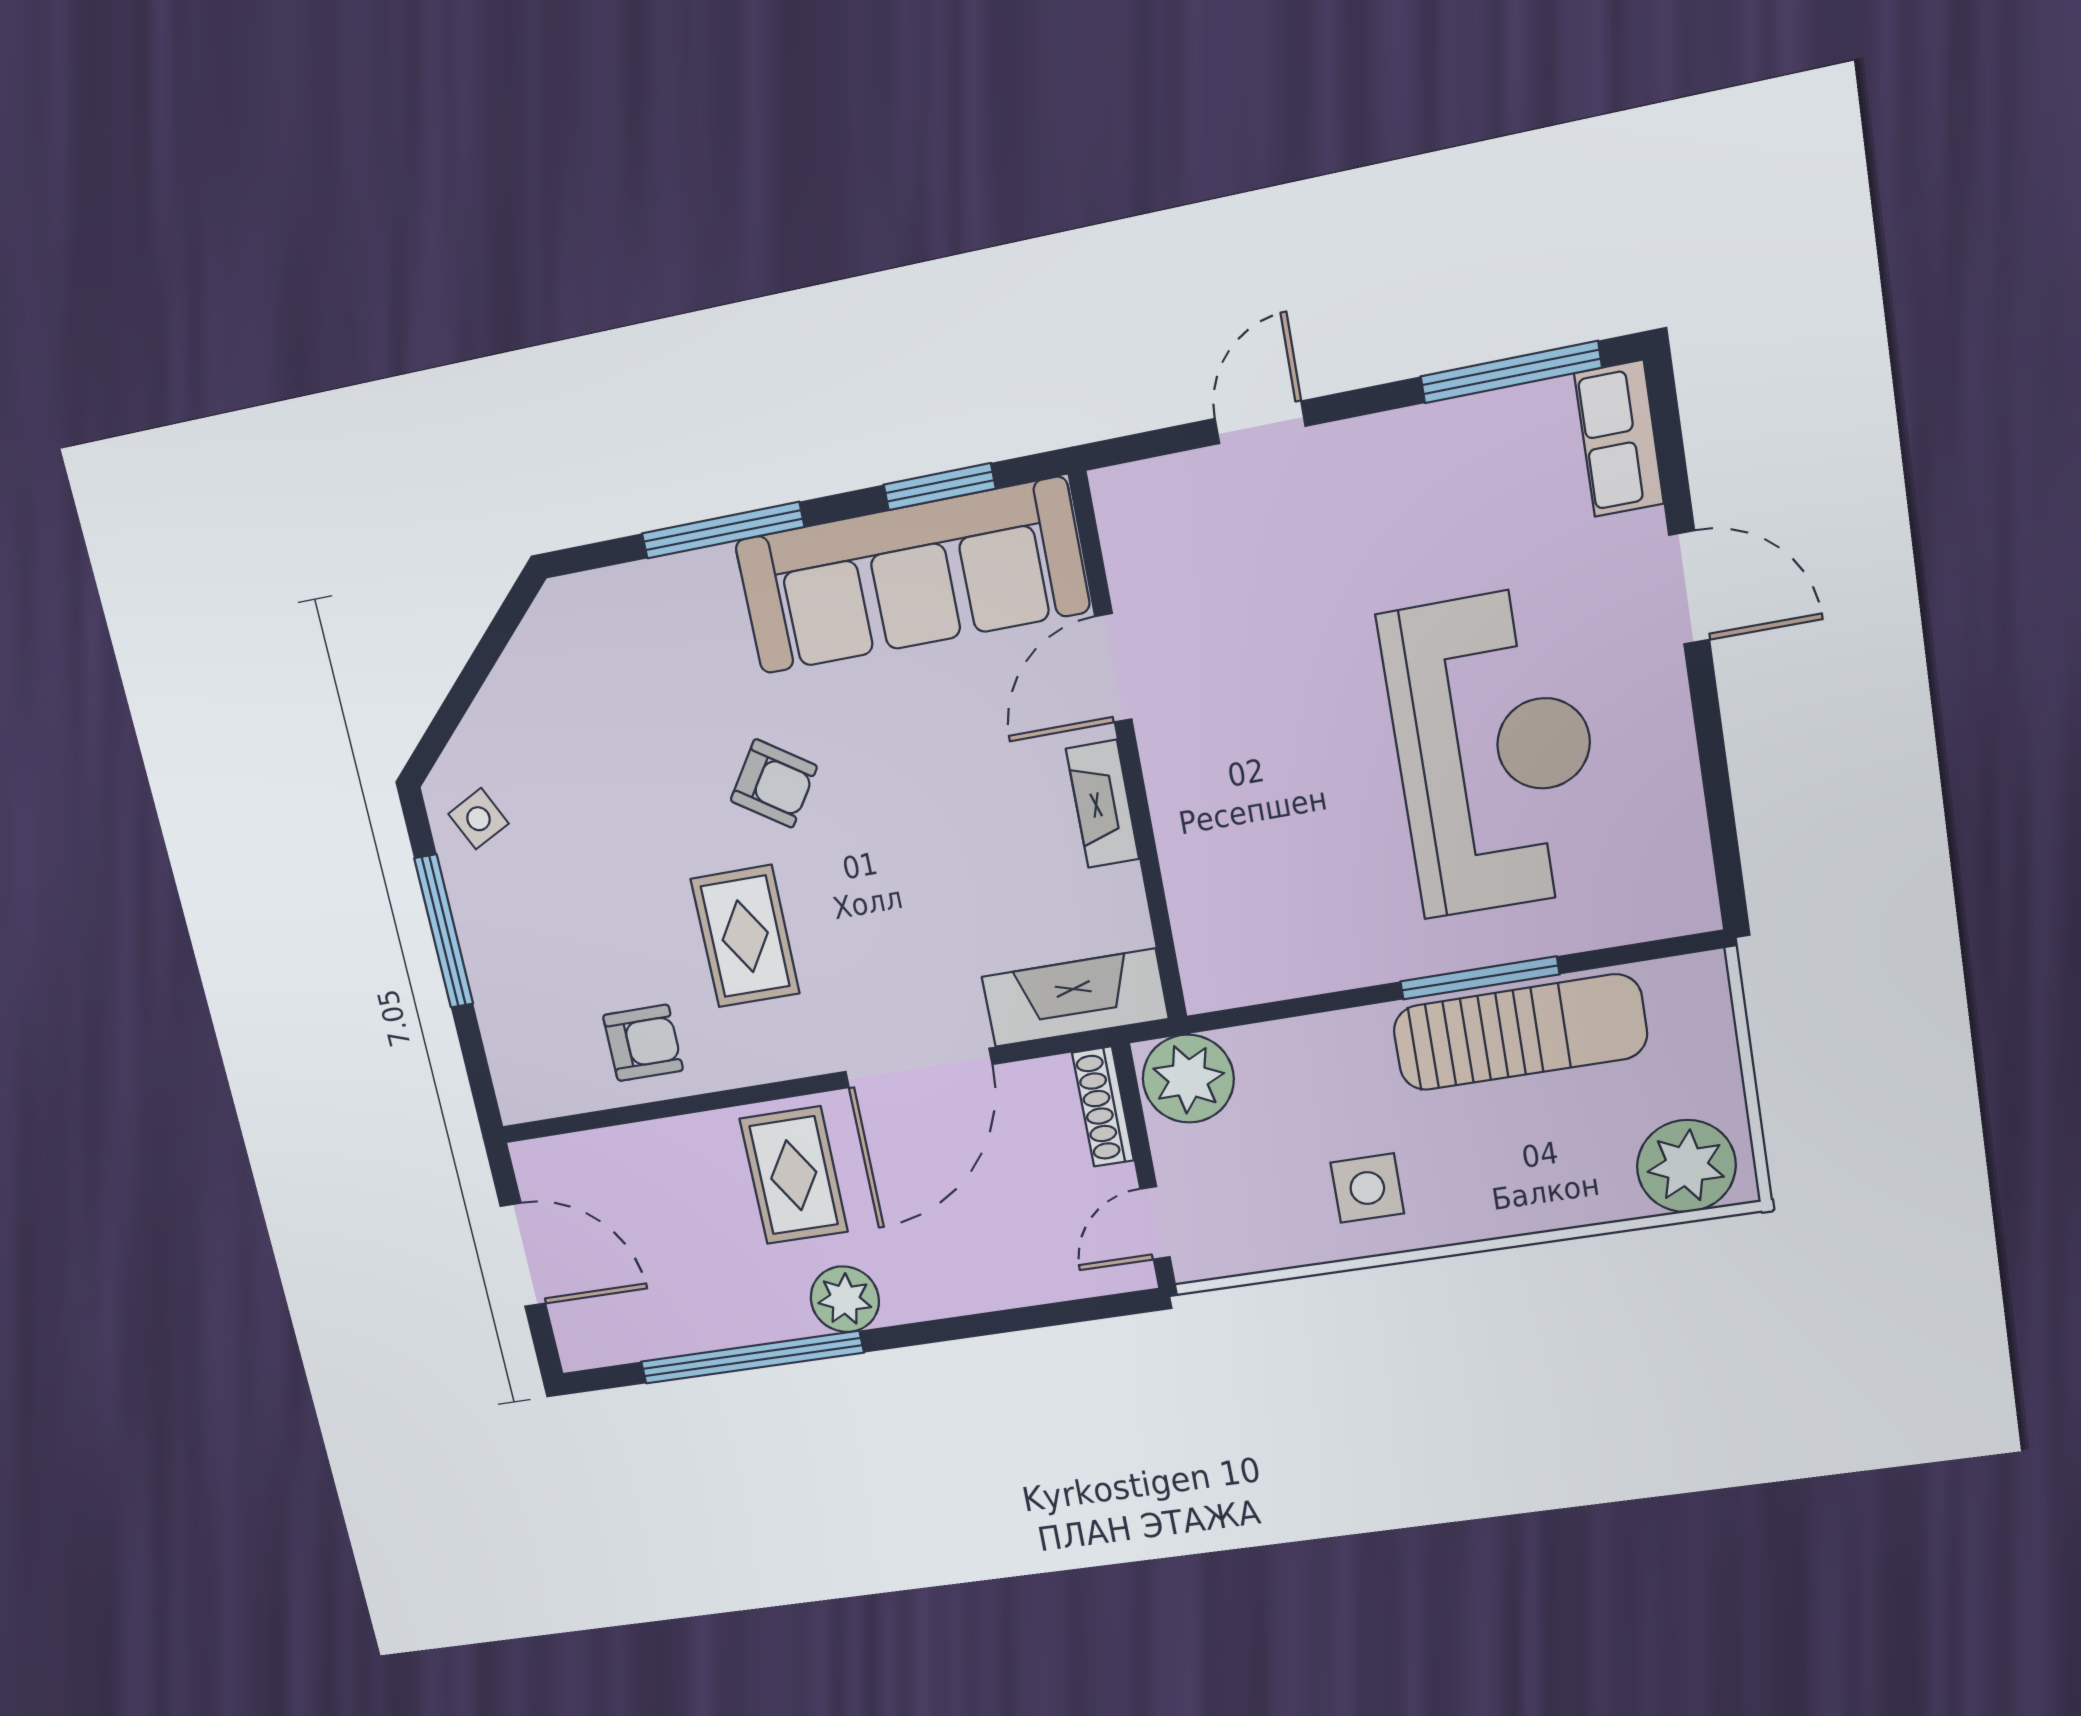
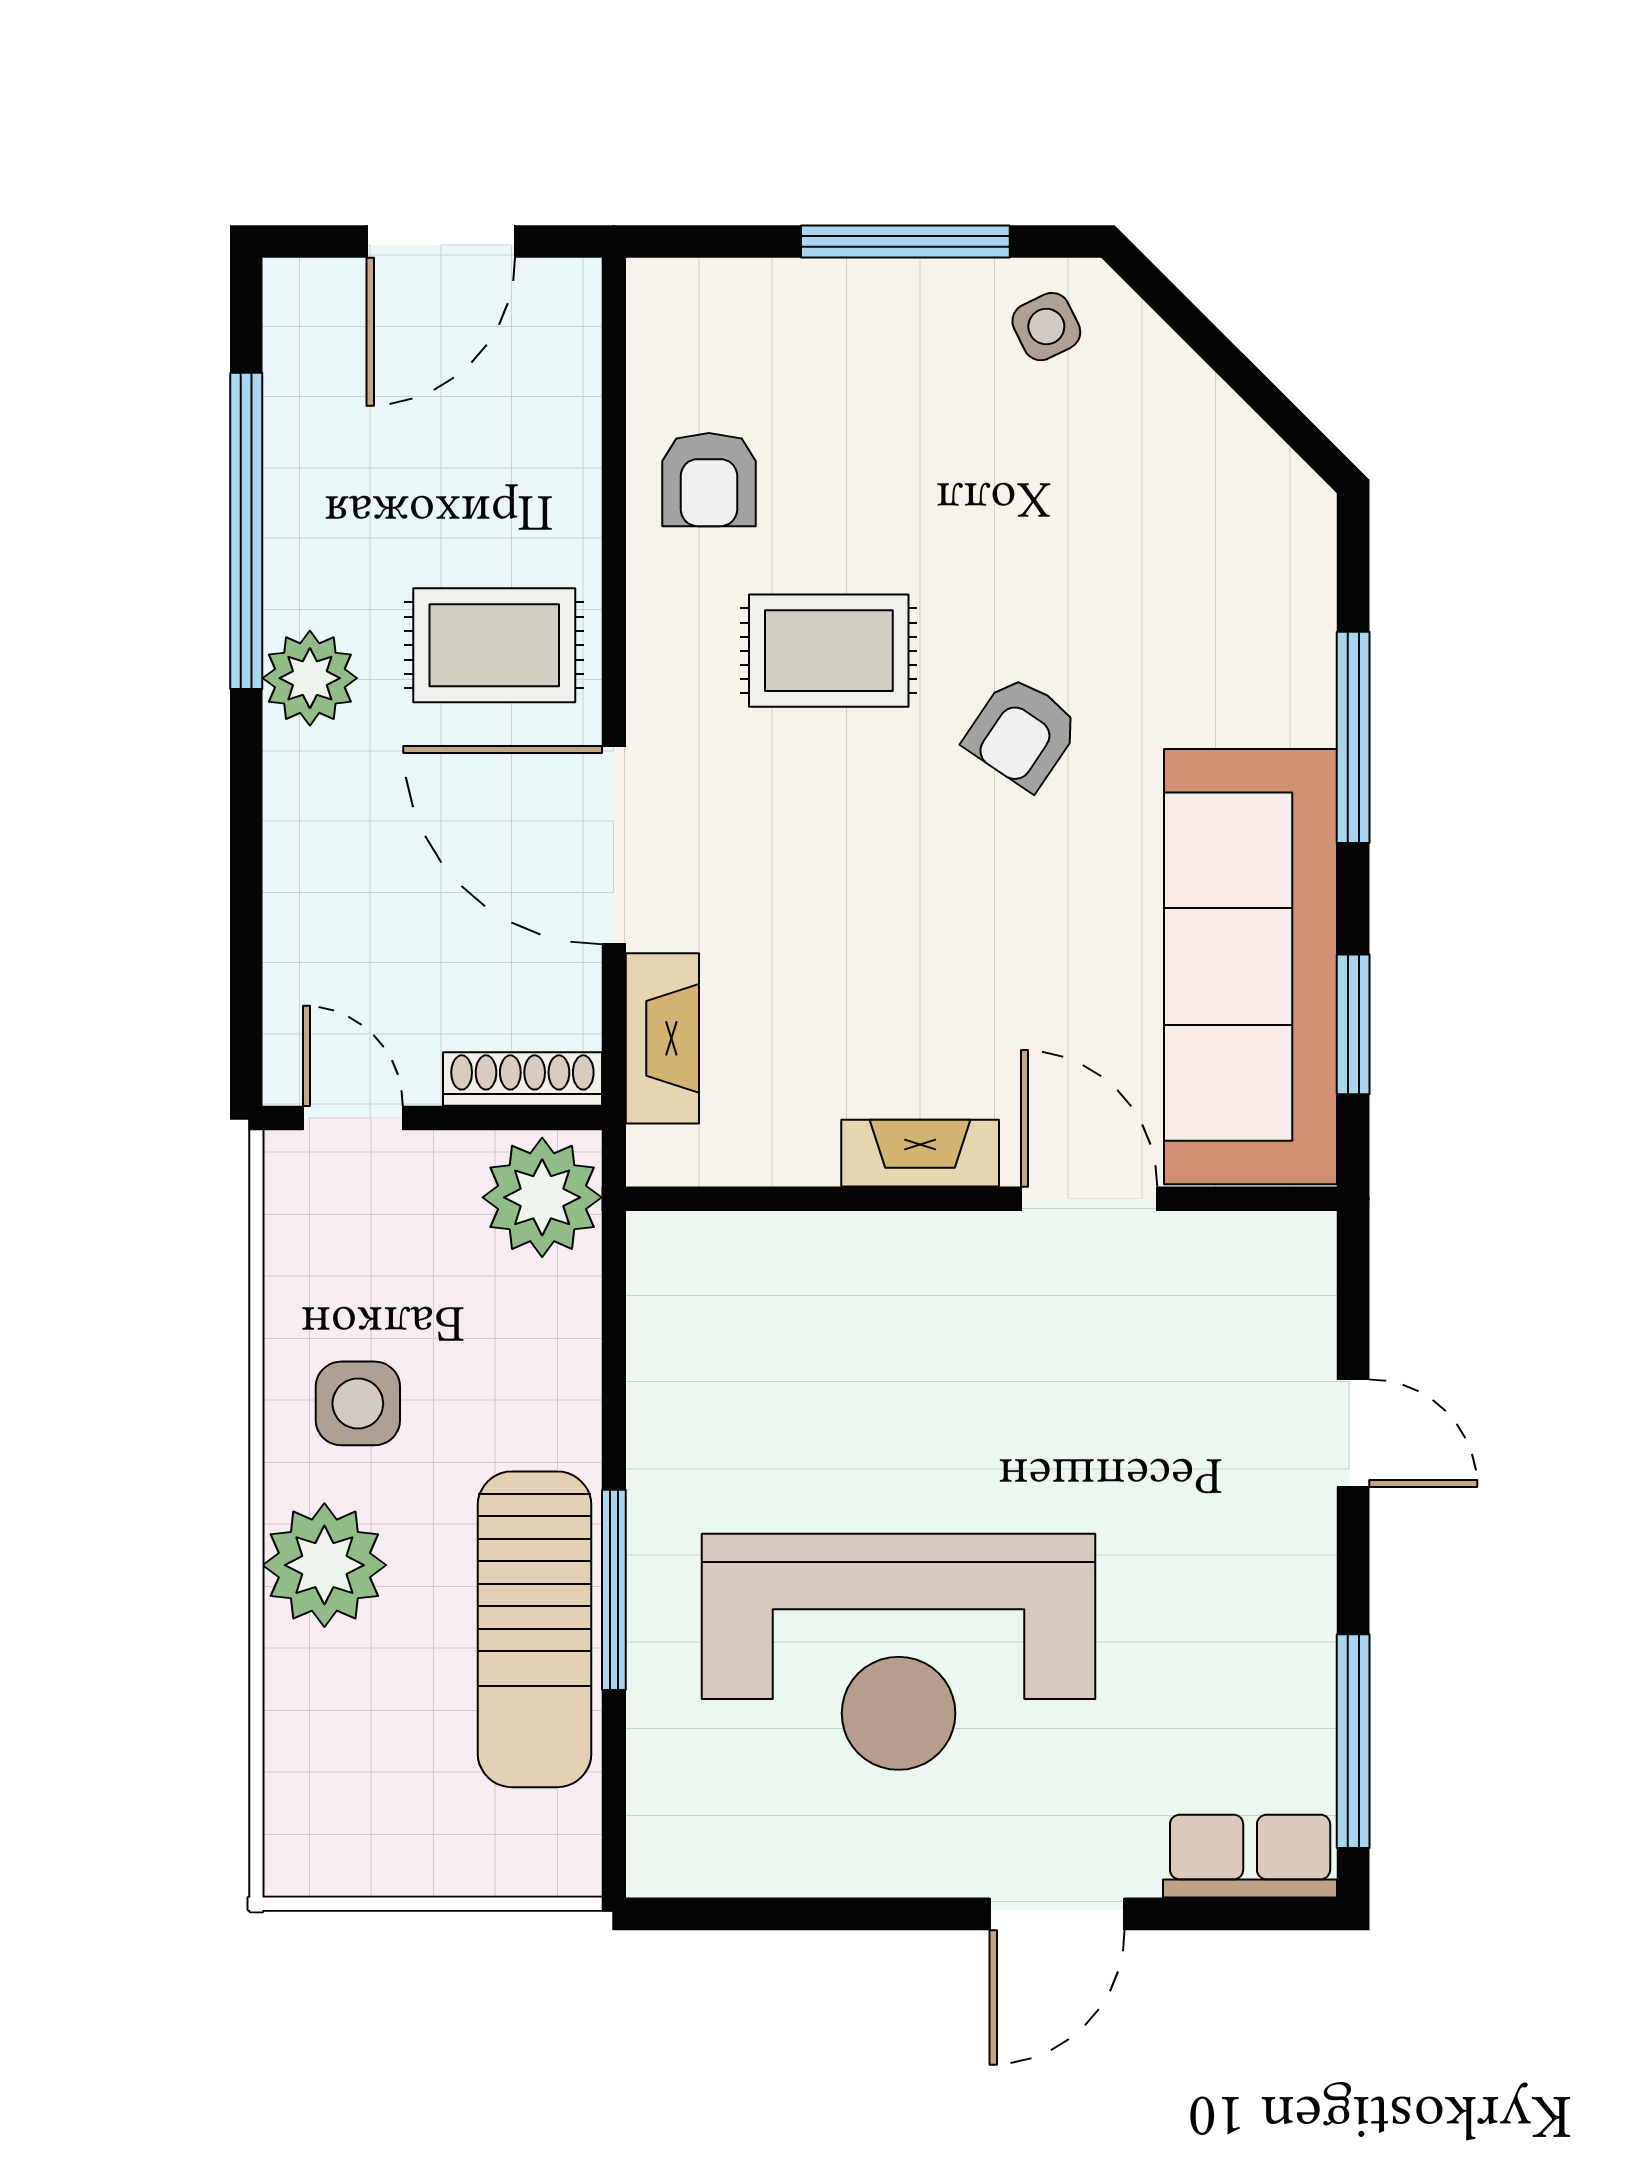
fireplace: (1075, 998) -> (662, 1038), width x0.73, depth x0.76
plant: (1686, 1166) -> (324, 1565), moved

